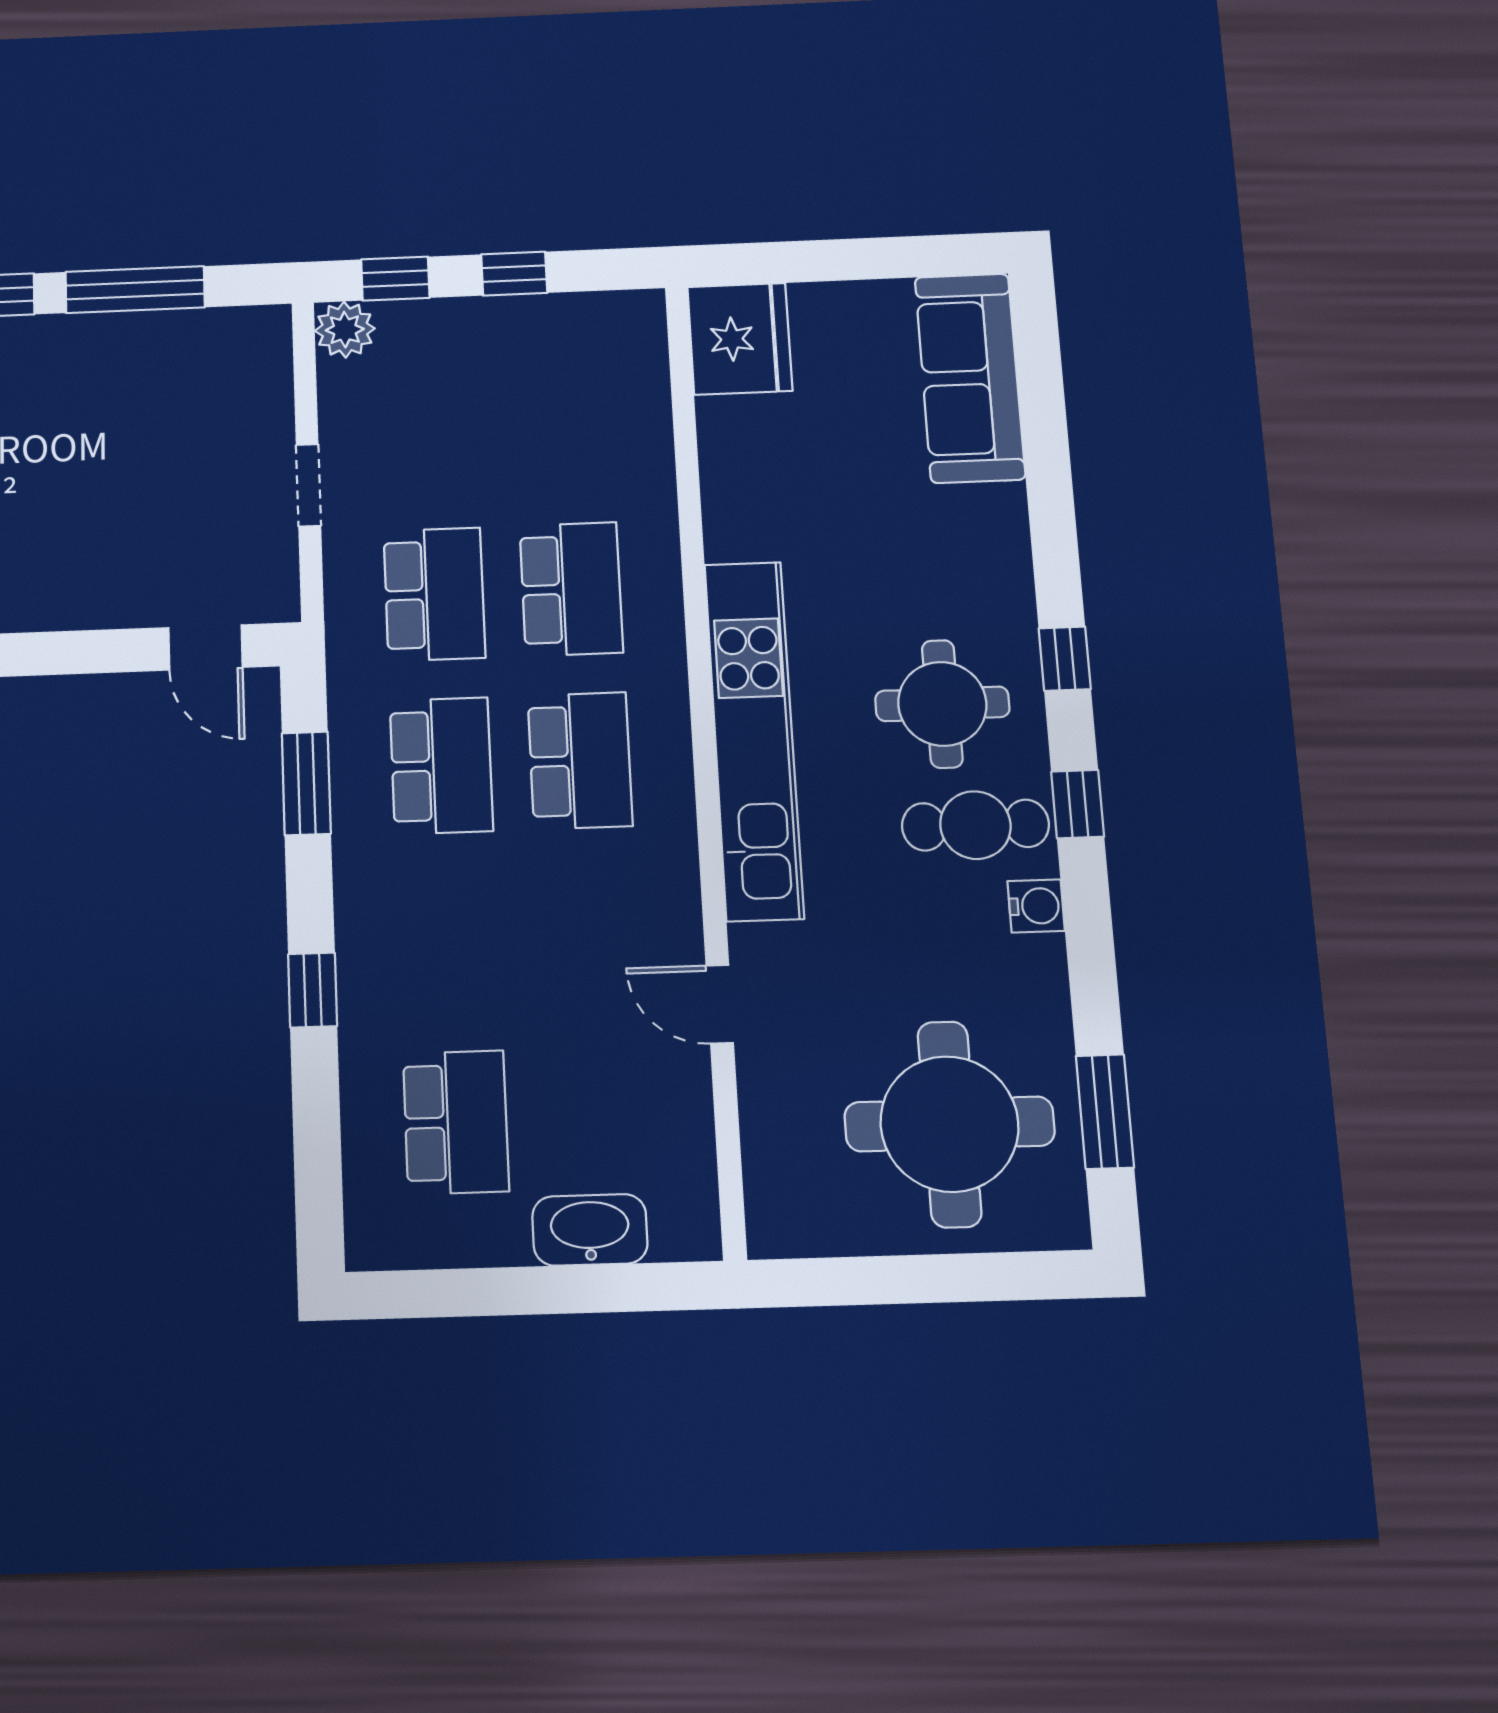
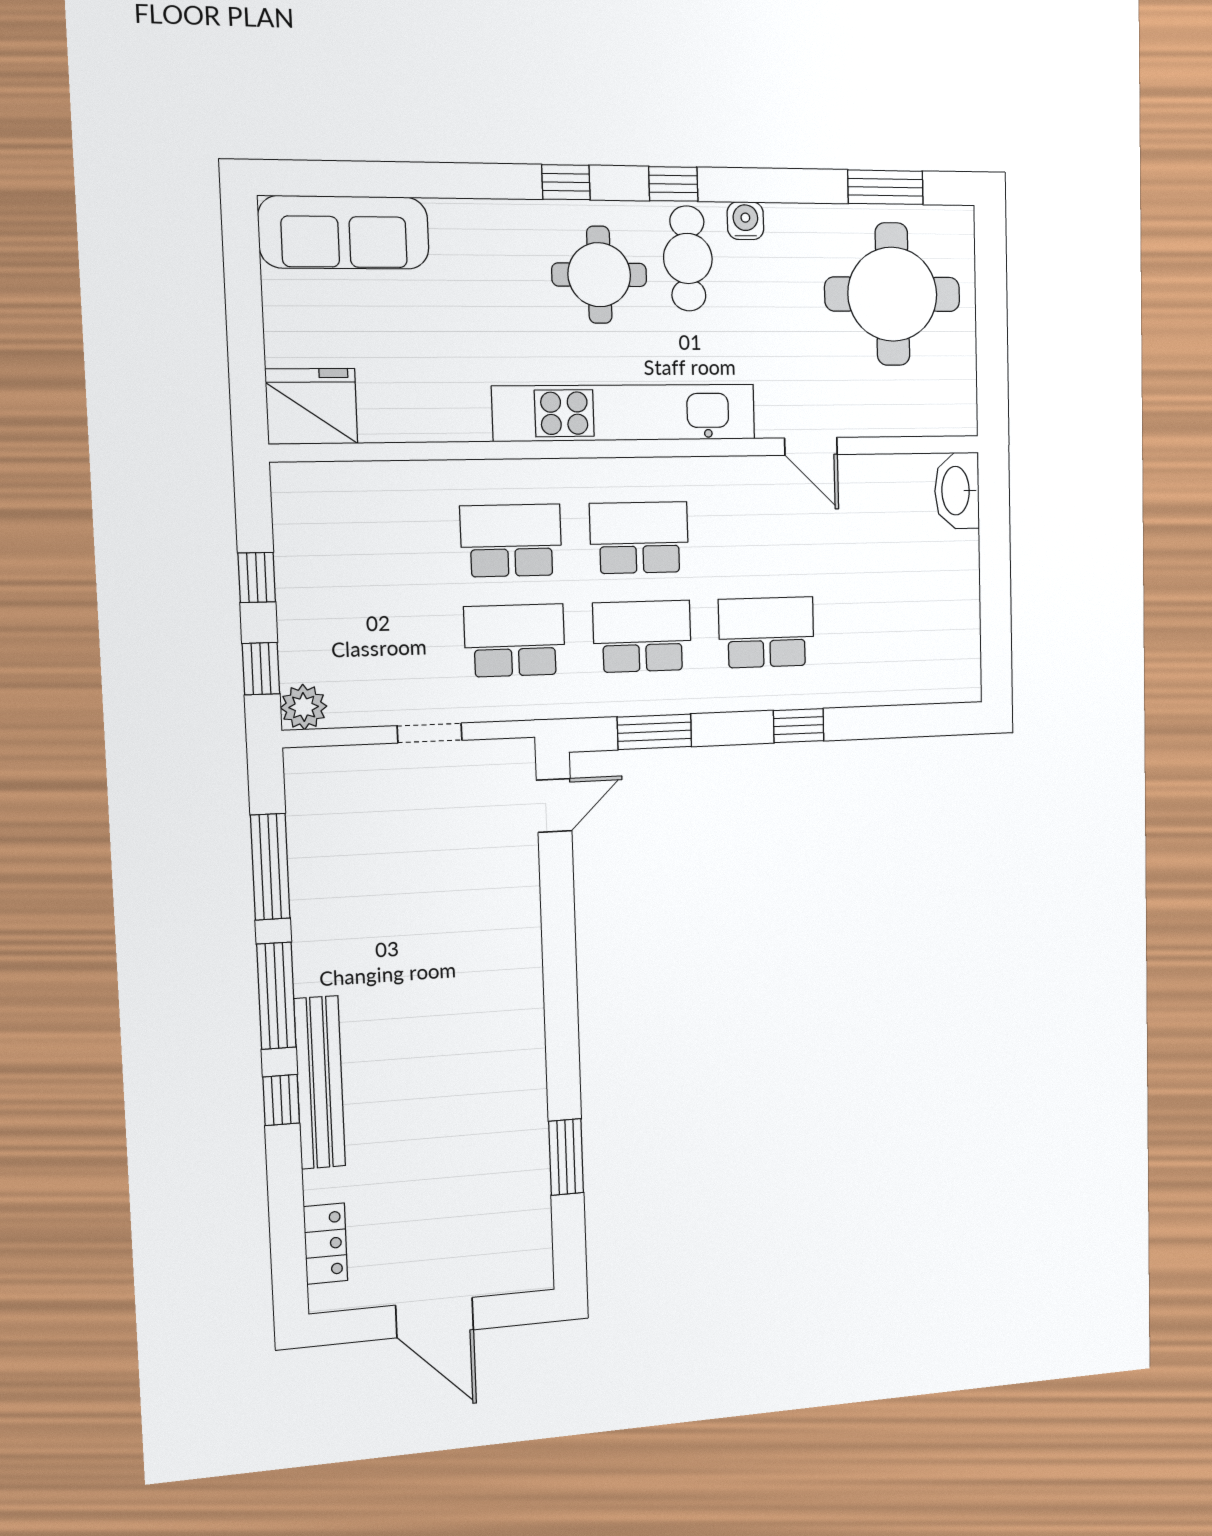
door: (720, 1004) -> (811, 446), hinge flipped
school desk: (456, 1122) -> (766, 632), moved
washbasin: (590, 1230) -> (957, 491), moved

